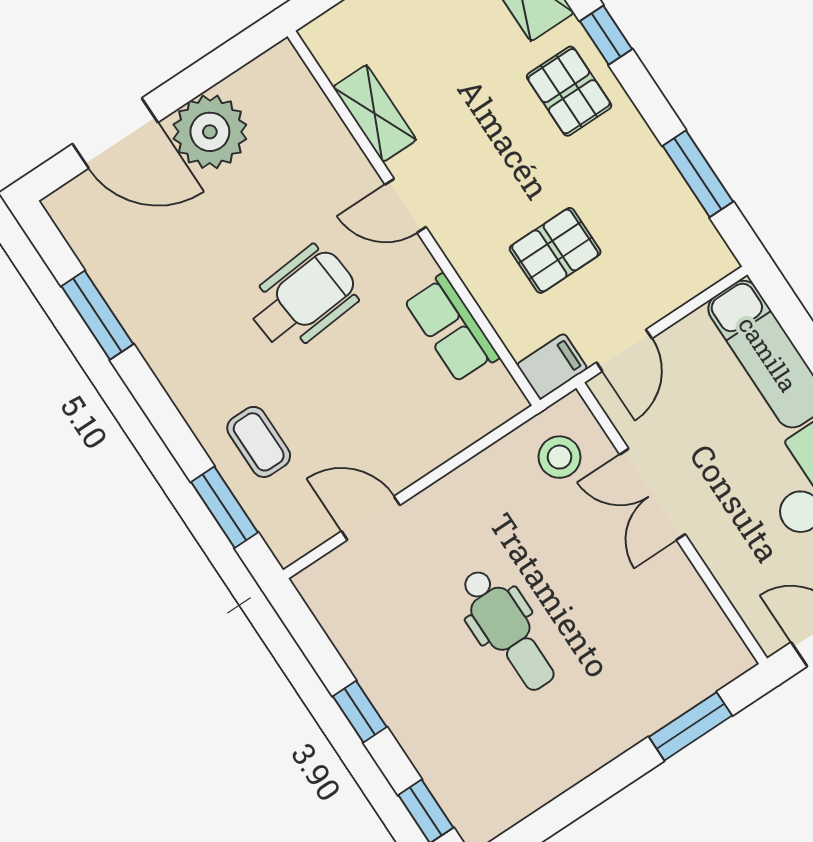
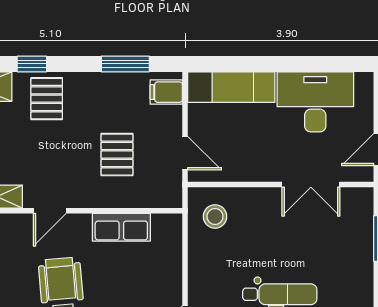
pallet: (569, 91) -> (47, 99), turned 90
filing cabinet: (552, 366) -> (166, 92), moved, turned -90
double door: (652, 494) -> (311, 184), moved

